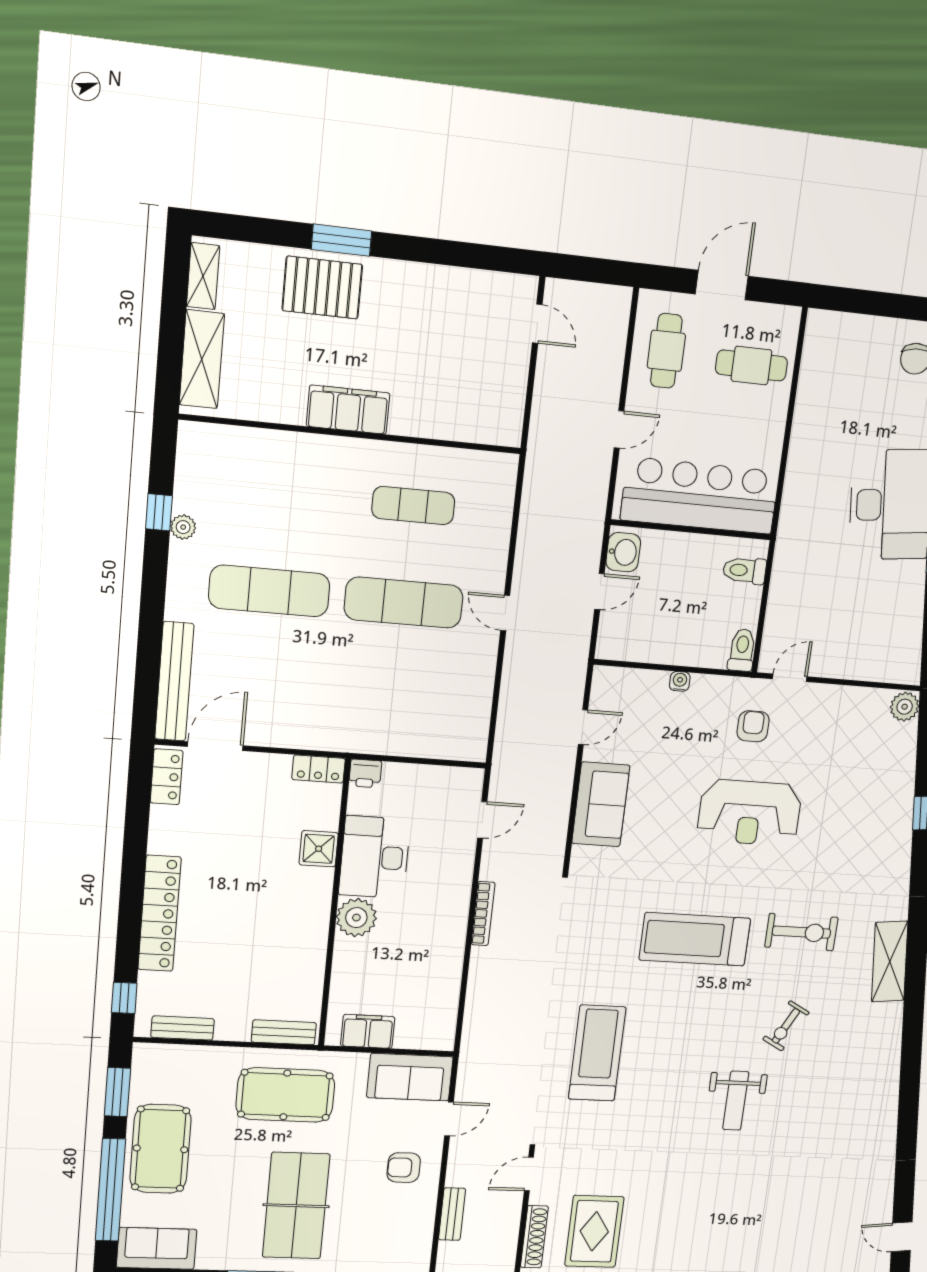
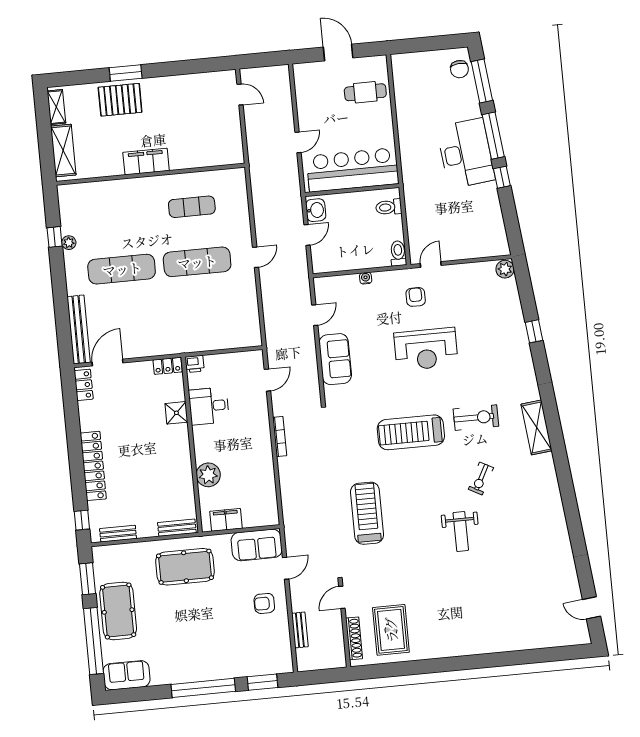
door: (722, 285) -> (338, 53), hinge flipped
cafe table: (666, 351) -> (315, 94), removed
door: (505, 613) -> (256, 257), swing flipped
desk: (375, 857) -> (209, 406), width x0.73
plant: (356, 918) -> (208, 475), moved
table tennis table: (296, 1206) -> (204, 637), removed

